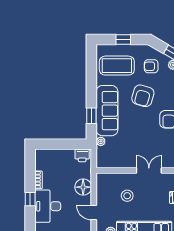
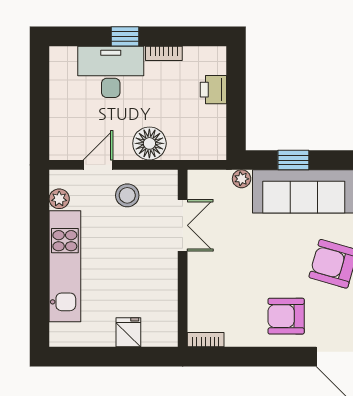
printer: (82, 155) -> (213, 90), moved
double door: (149, 171) -> (183, 225), moved
stool: (127, 196) -> (127, 195), moved

